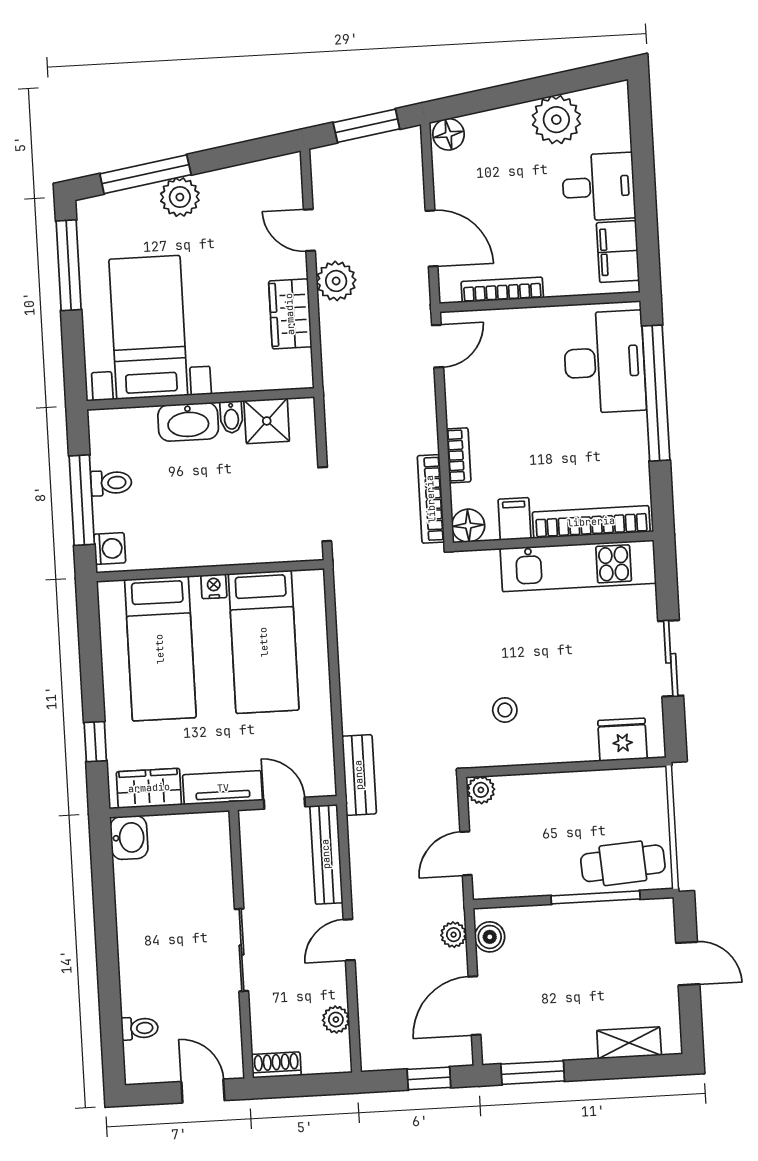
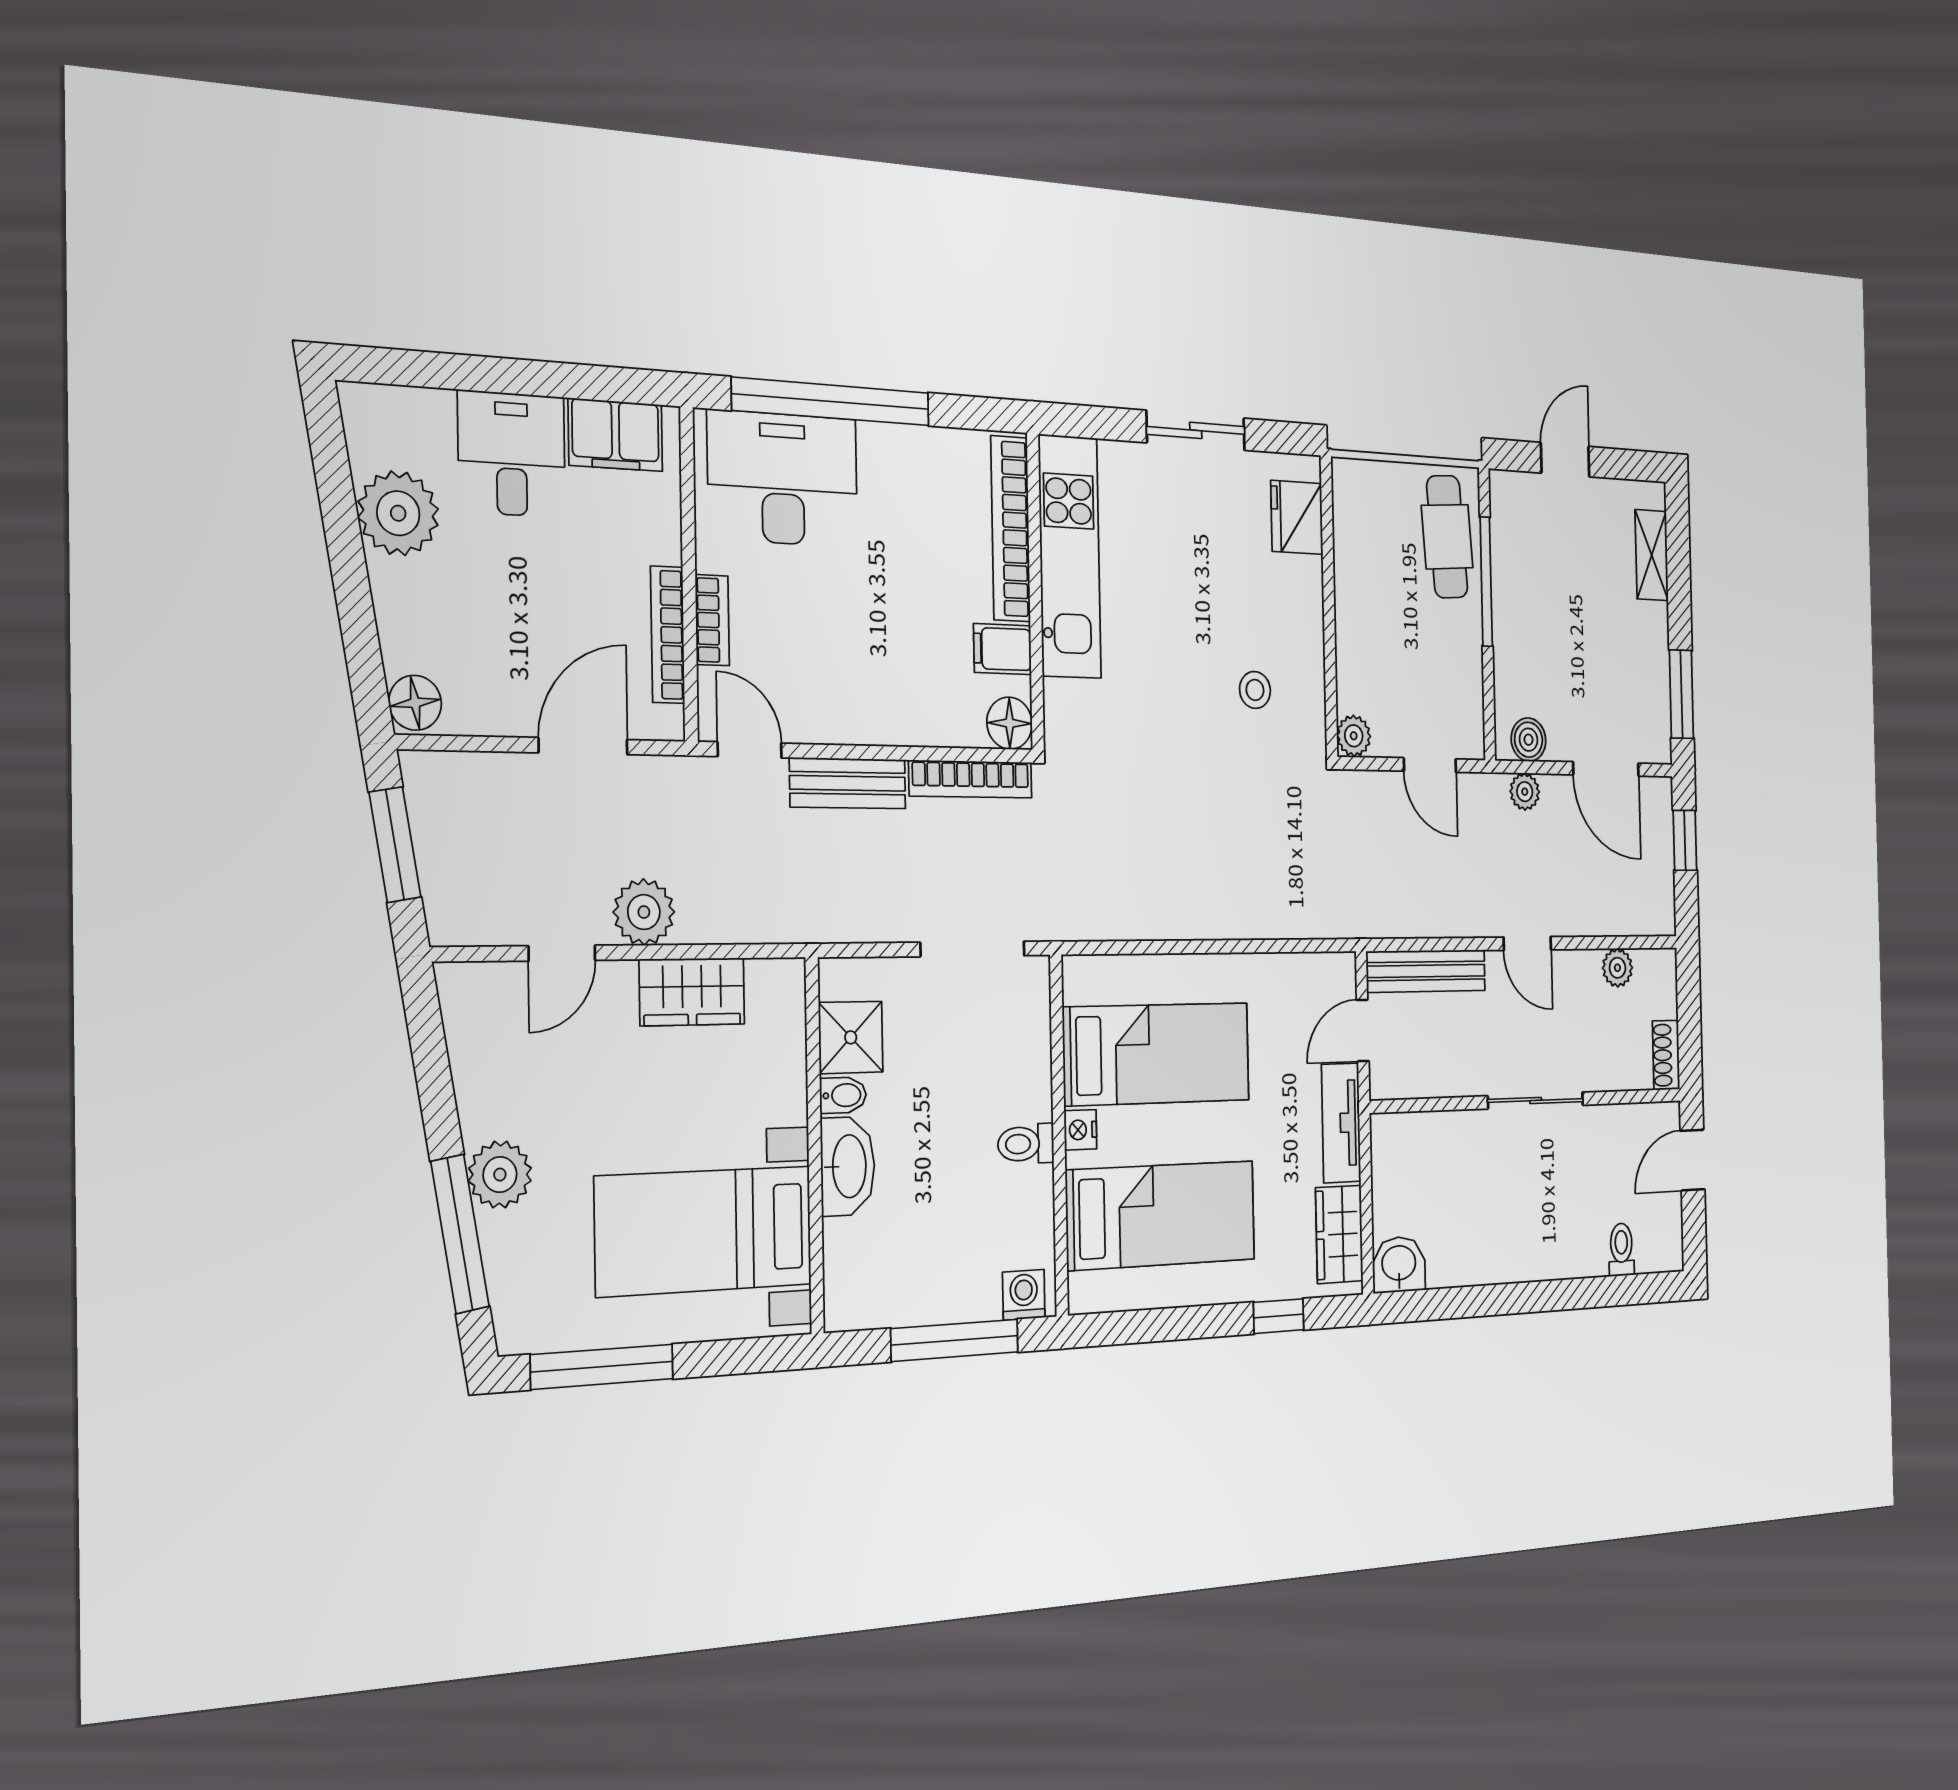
bookcase: (459, 455) -> (712, 620), moved, turned 90
toilet: (111, 483) -> (1026, 1144), moved, turned -90
bench: (359, 775) -> (848, 783), moved

